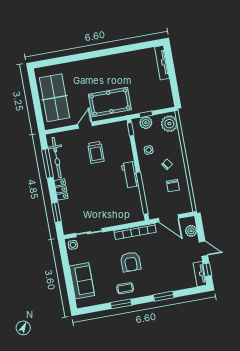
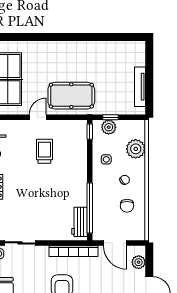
tv unit: (162, 63) -> (140, 87), moved
plant: (169, 124) -> (136, 149), moved
trolley: (96, 152) -> (44, 151), turned 180
workbench: (130, 175) -> (79, 222), moved

